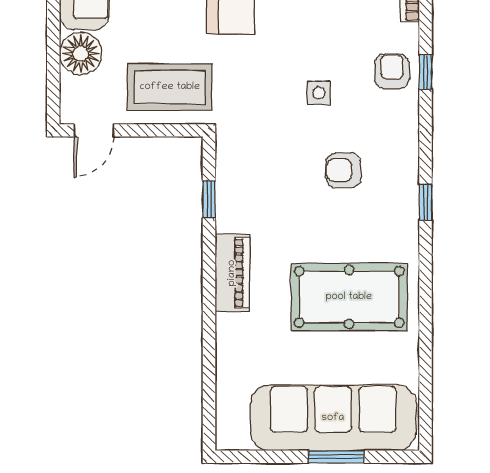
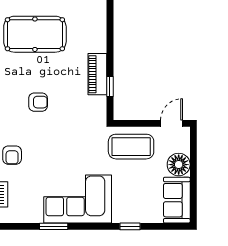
side table: (319, 93) -> (51, 143), removed
piano: (232, 273) -> (97, 74), moved

